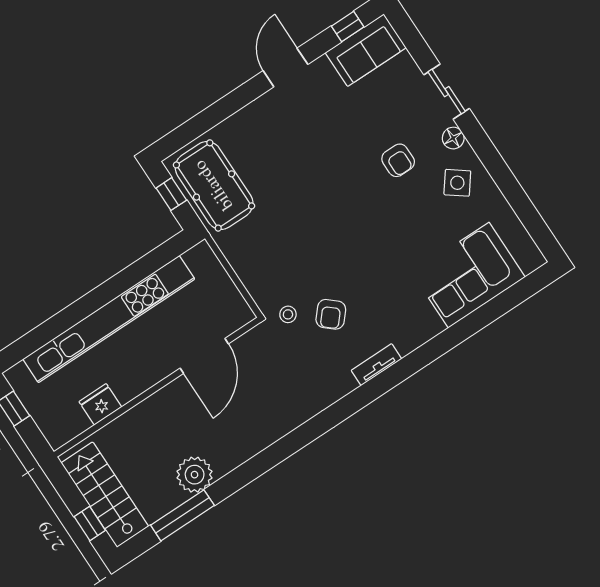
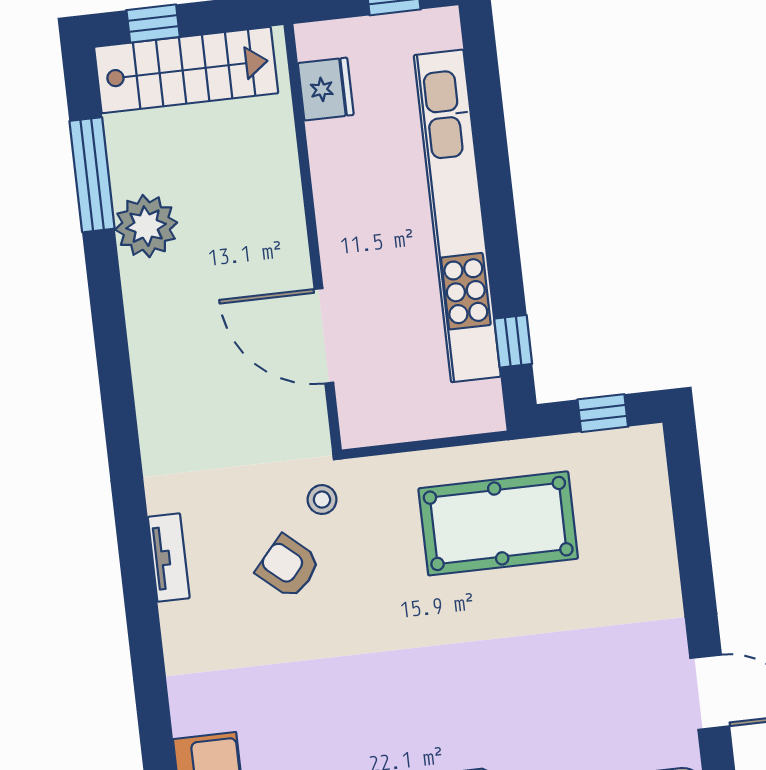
pool table: (214, 185) -> (498, 523), moved
window: (158, 258) -> (513, 341), added
tv unit: (376, 365) -> (169, 558), moved
fridge: (100, 404) -> (326, 89), moved

